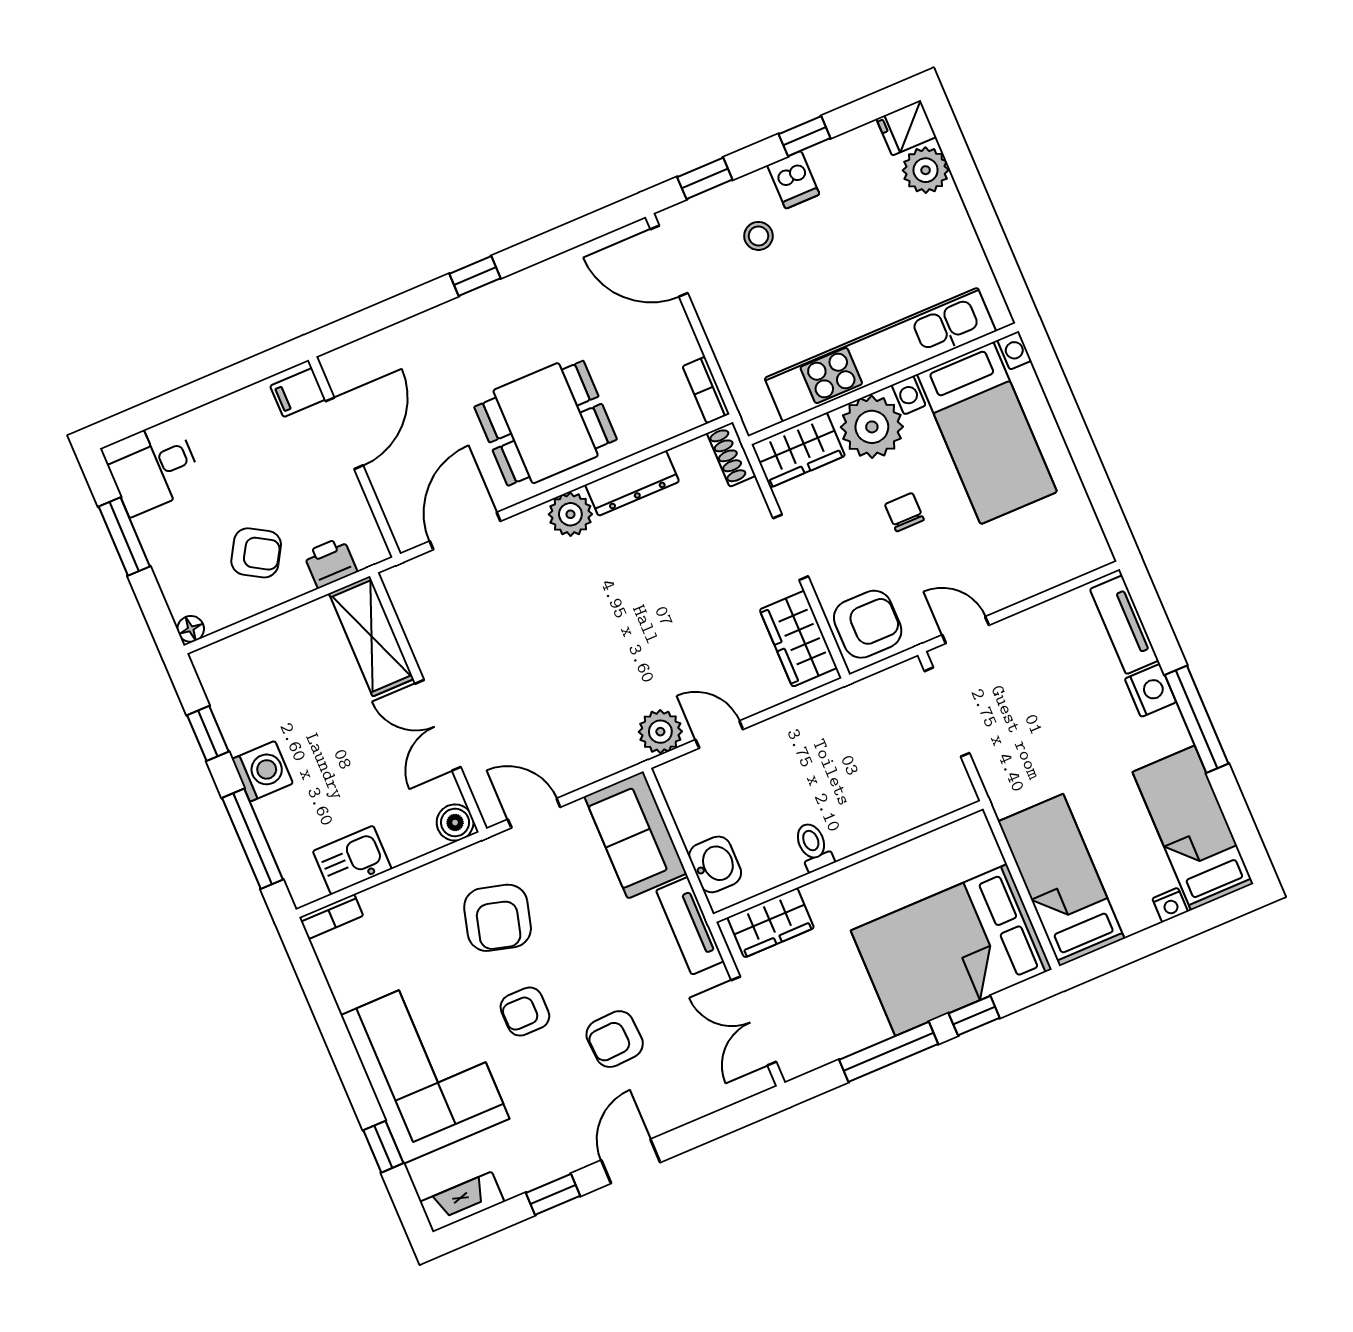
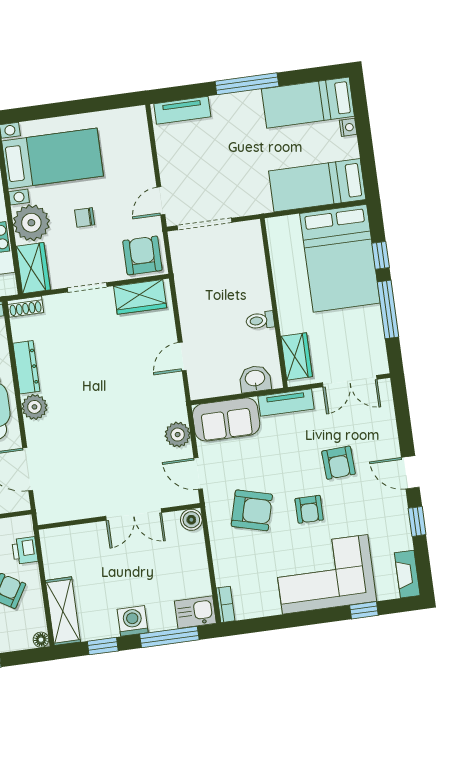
shelving: (371, 636) -> (63, 611), moved, turned 90
nightstand: (1150, 690) -> (224, 105), removed
plant: (660, 732) -> (178, 435), moved
door: (534, 813) -> (198, 474), hinge flipped
kitchen sink: (352, 860) -> (195, 612), moved, turned 90

